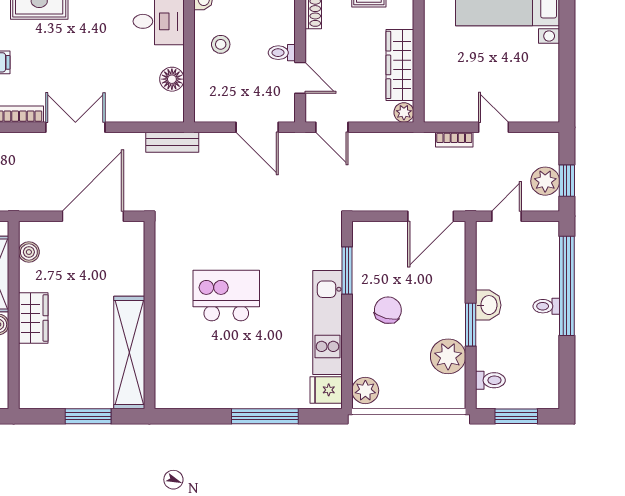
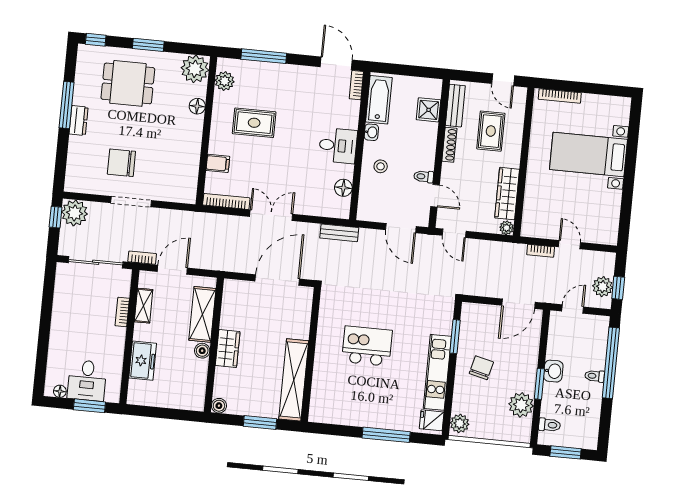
boiler: (29, 252) -> (219, 406), moved

